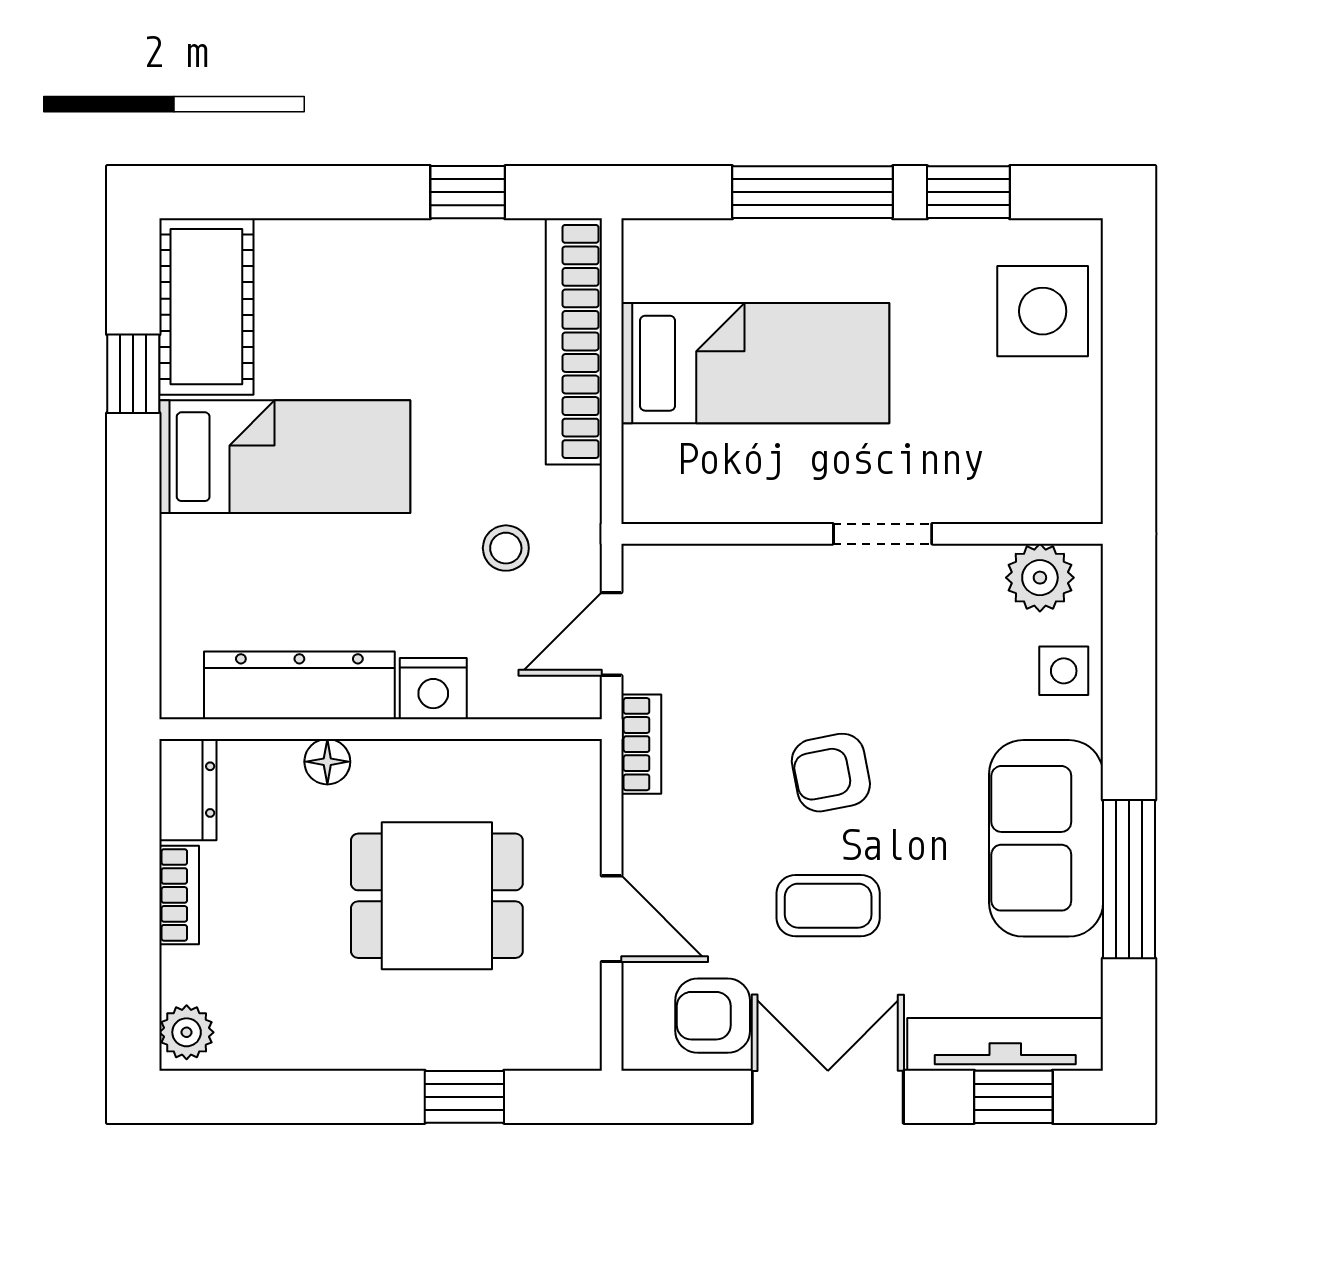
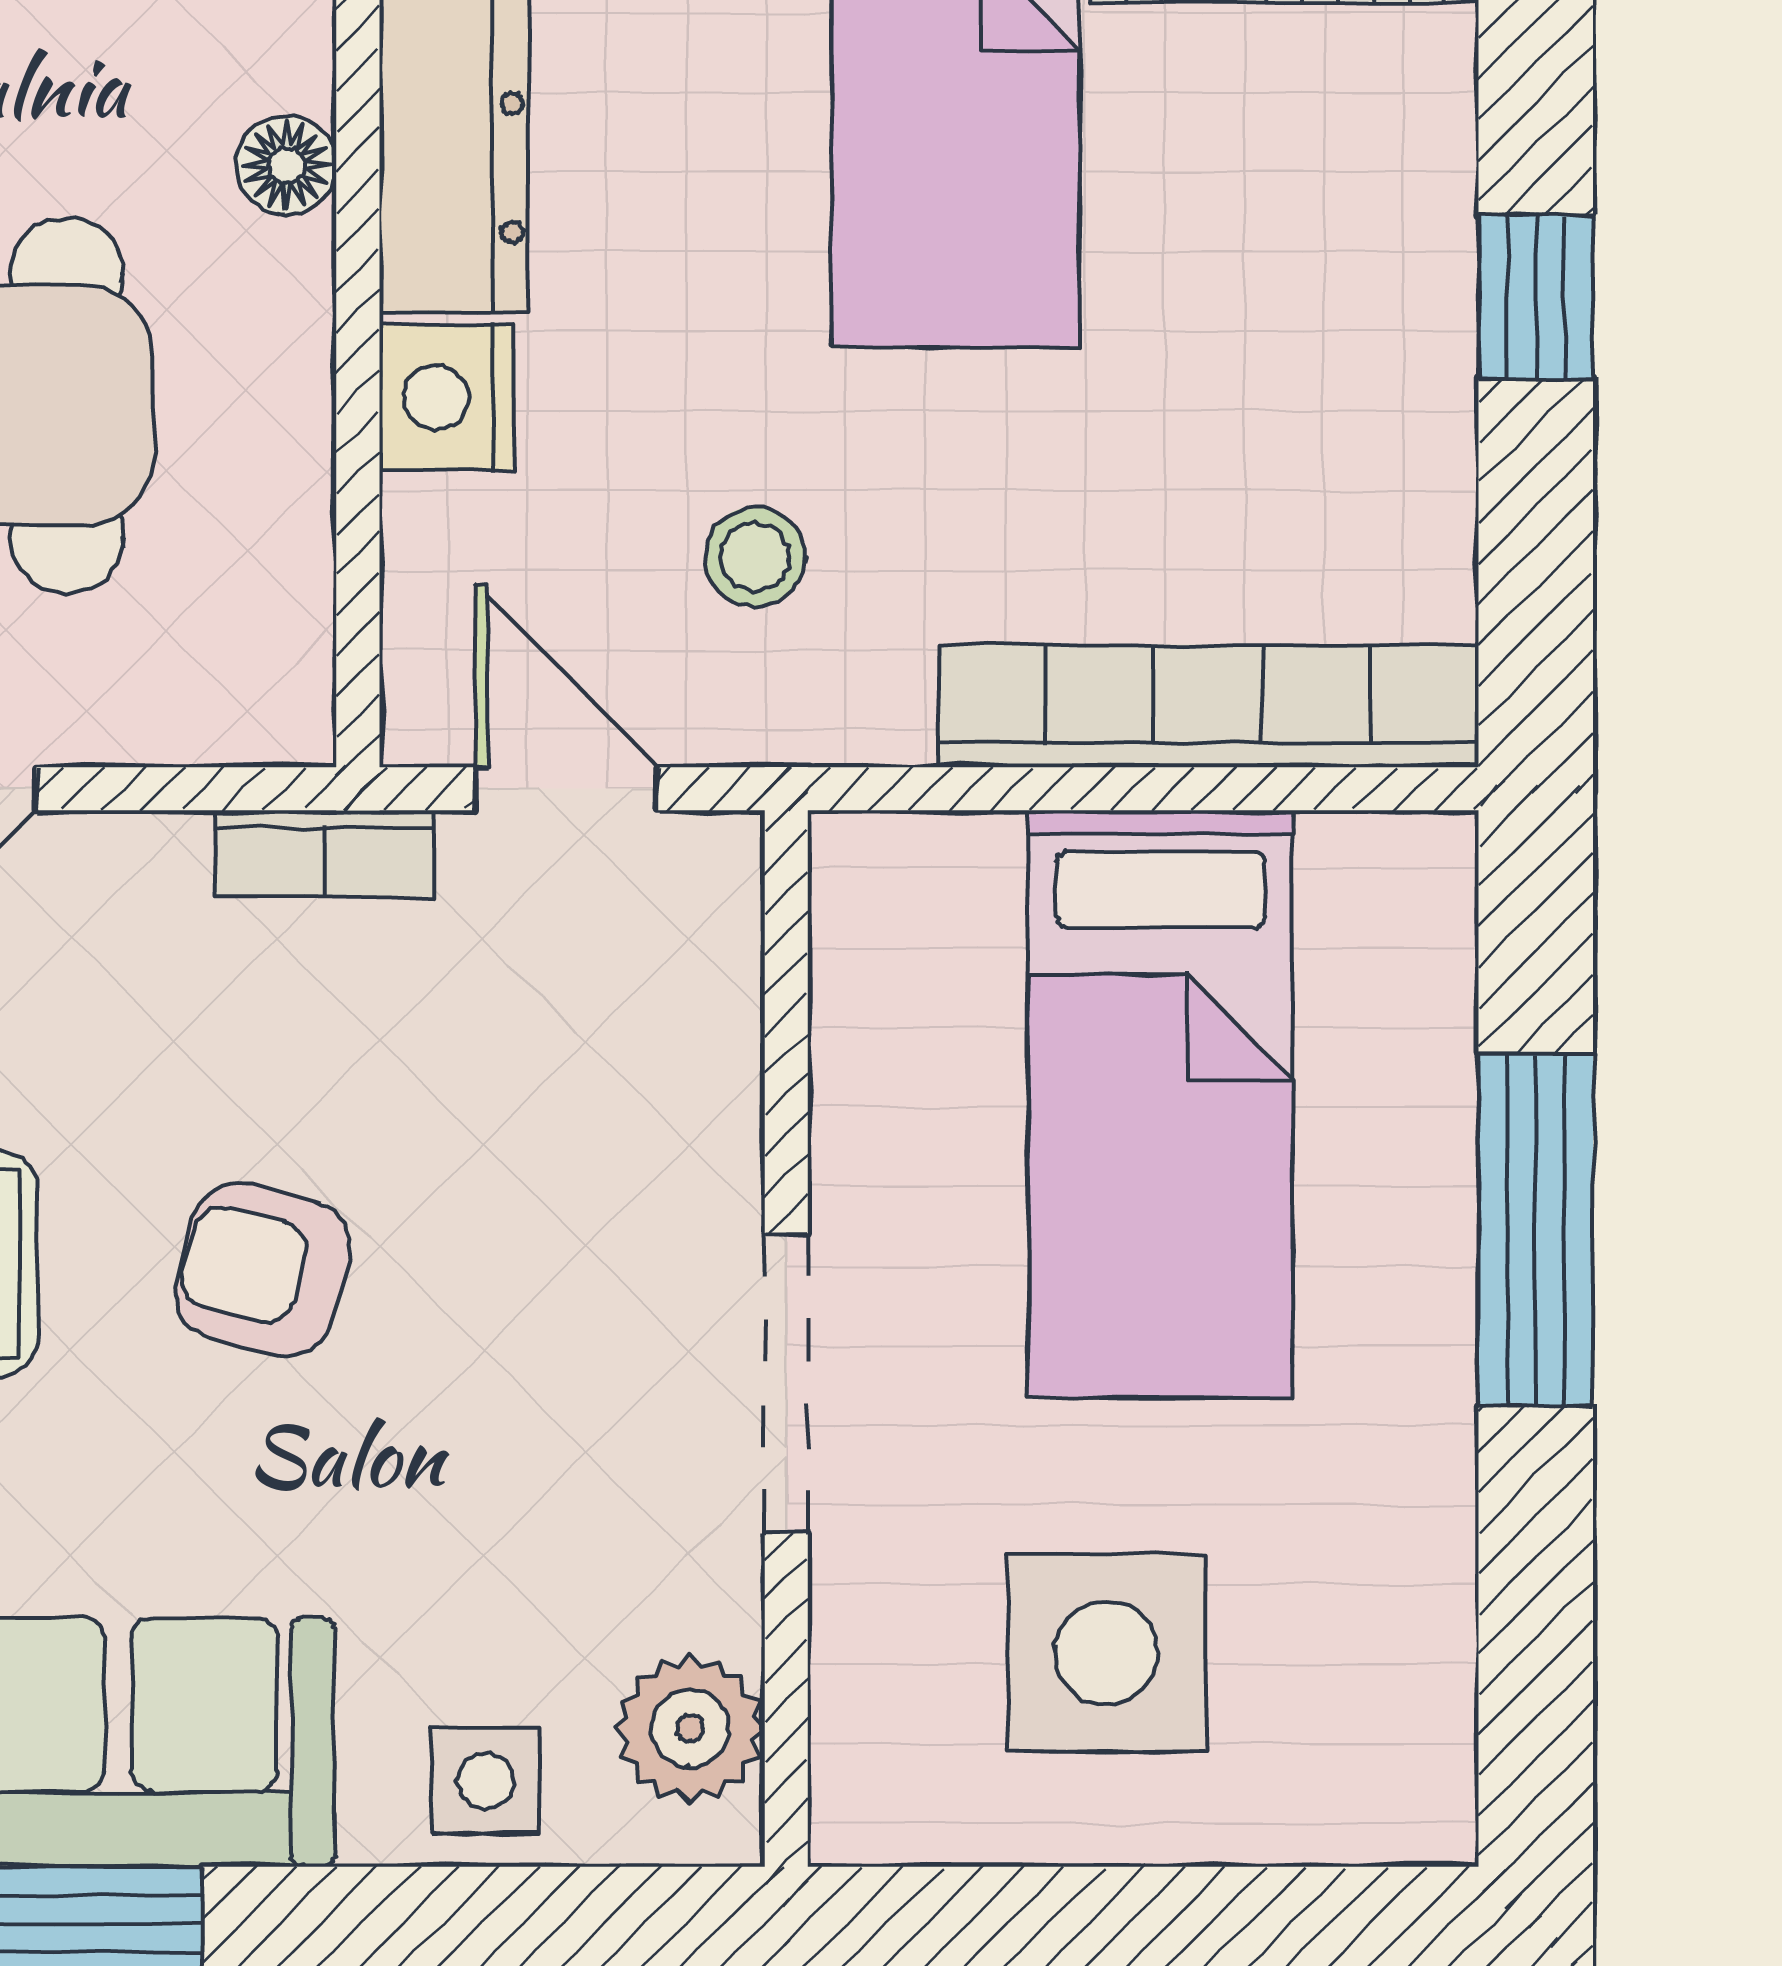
window: (468, 192) -> (1536, 297), moved
window: (968, 192) -> (1536, 1572), removed
side table: (1043, 311) -> (1106, 1653), moved
doorway: (883, 534) -> (786, 1383), width x1.38
armchair: (831, 773) -> (262, 1270), turned -64

